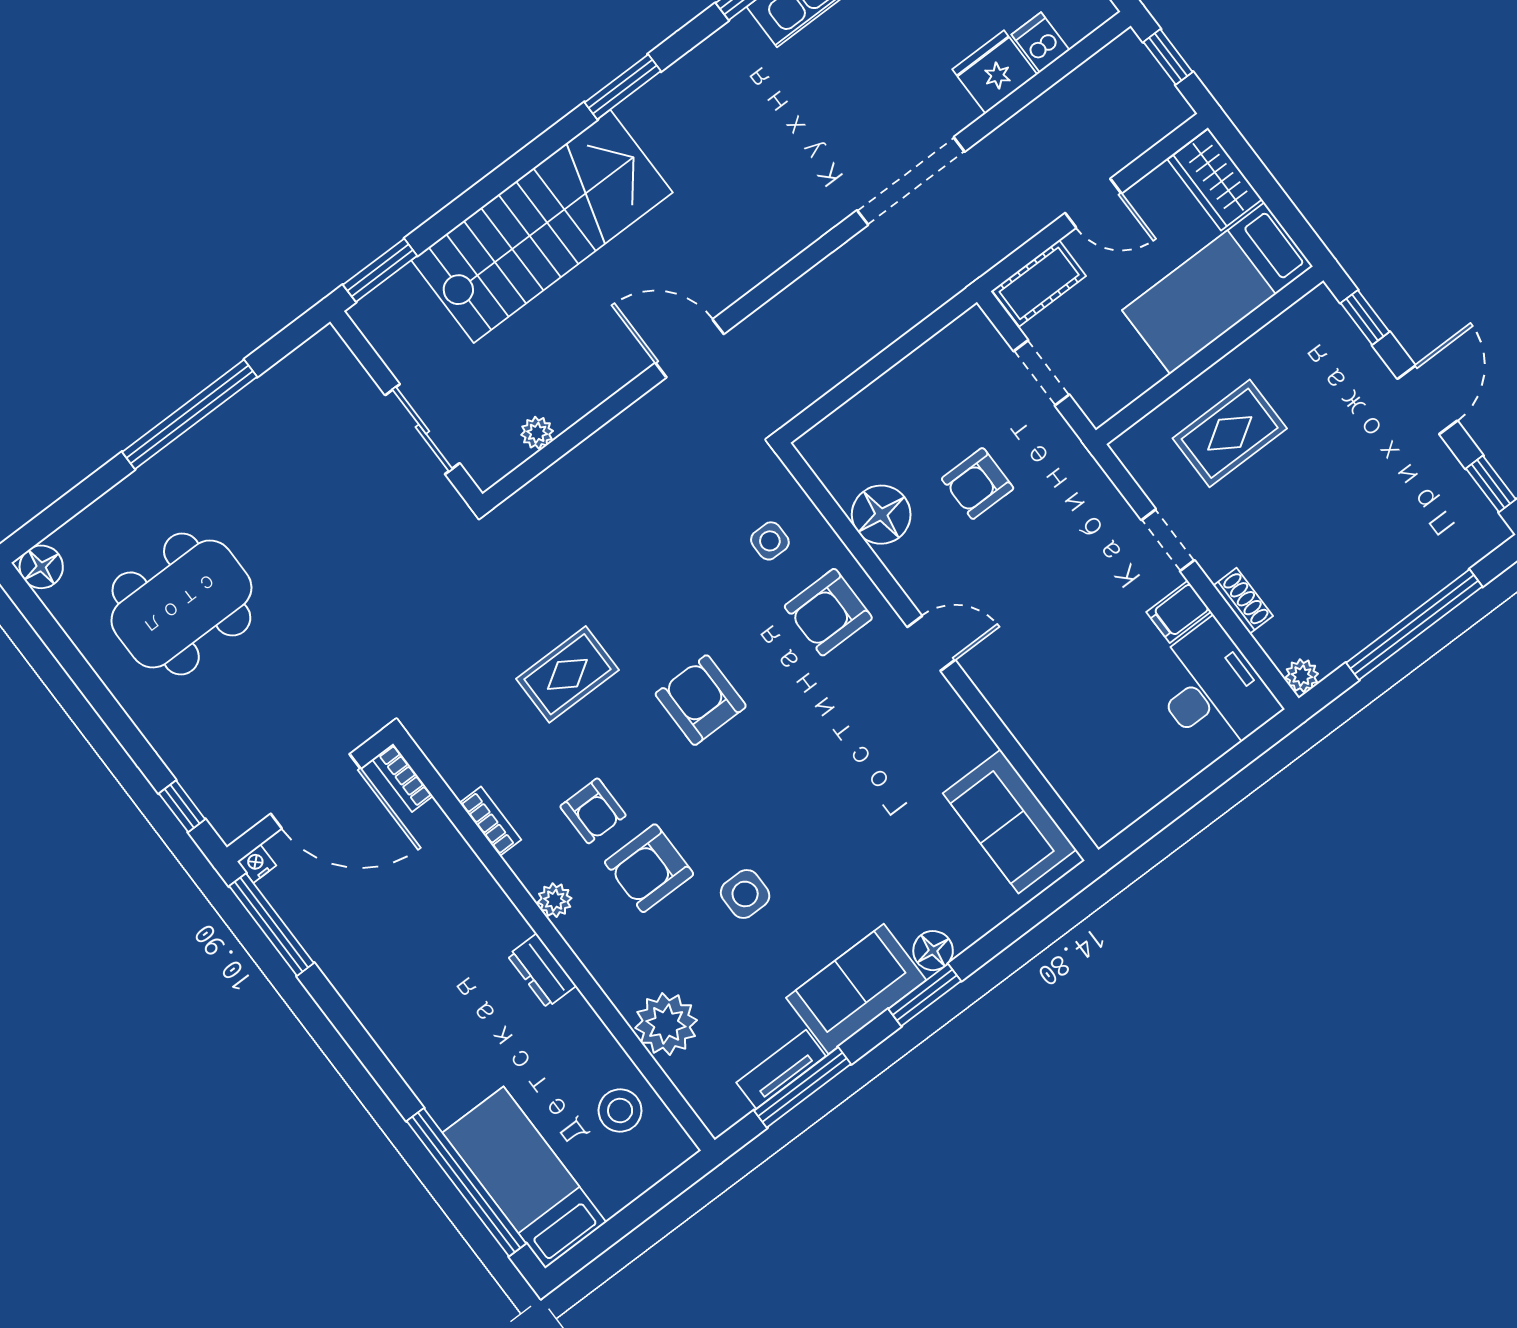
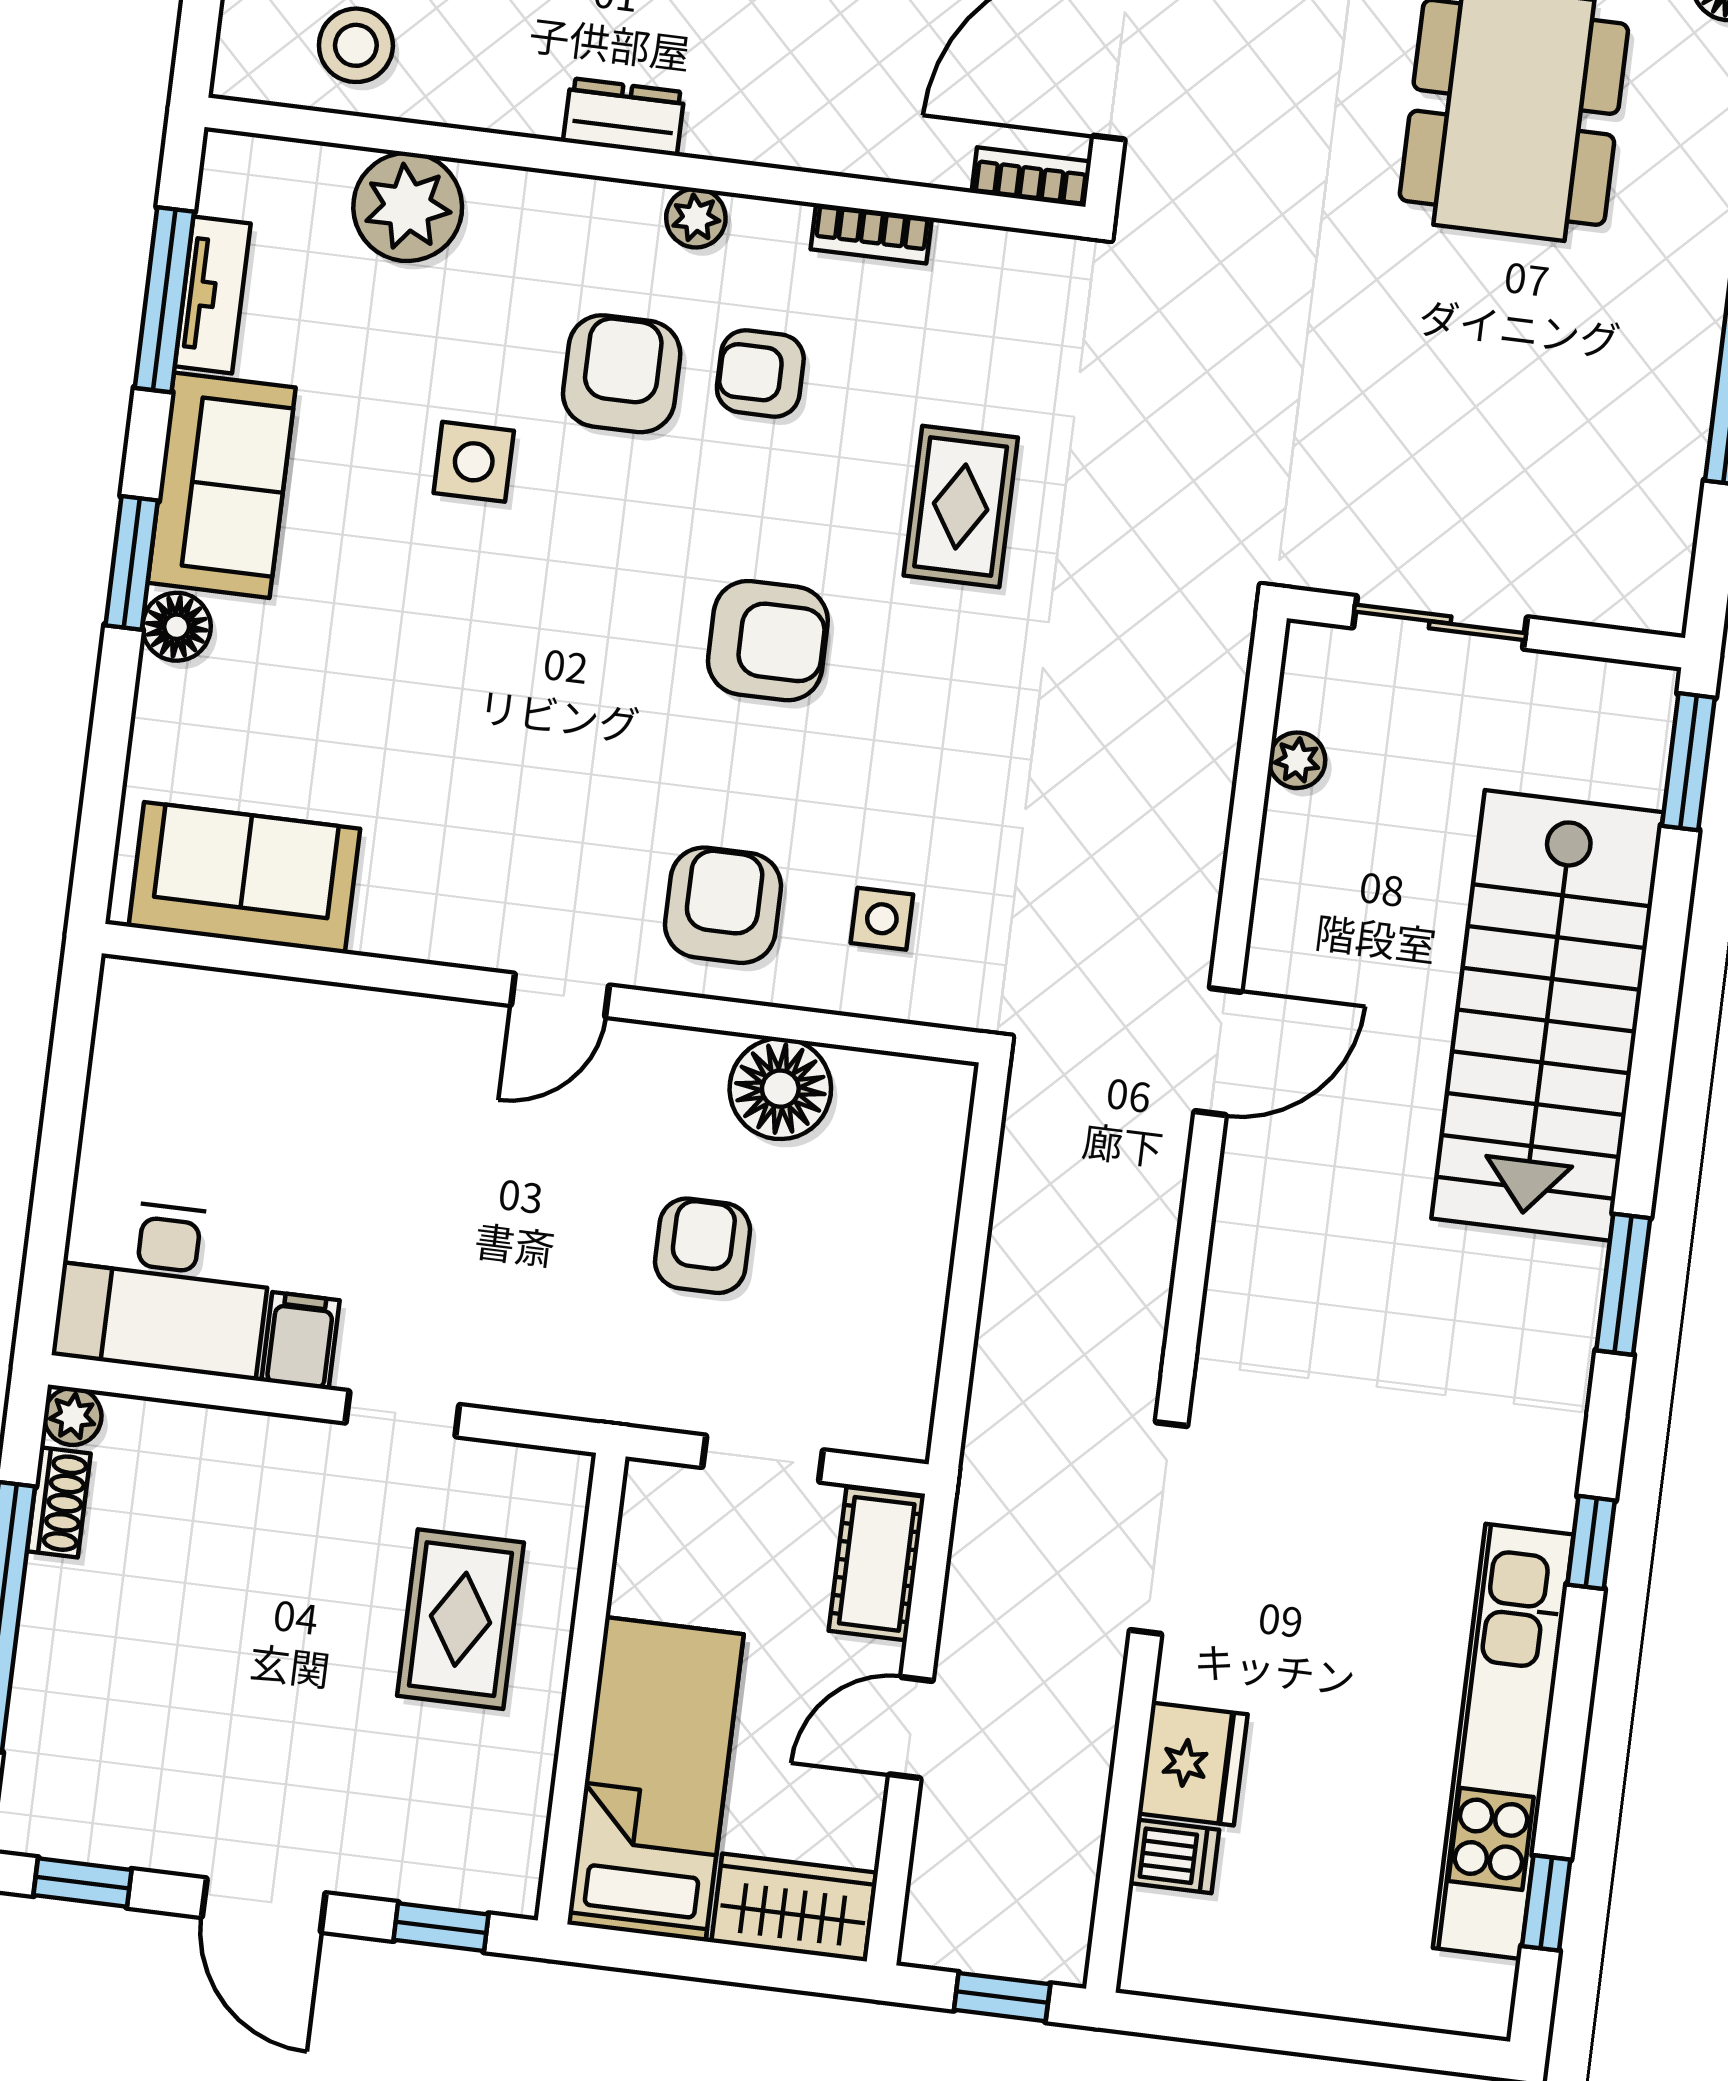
shoe rack: (1243, 601) -> (59, 1502), moved, turned -90

